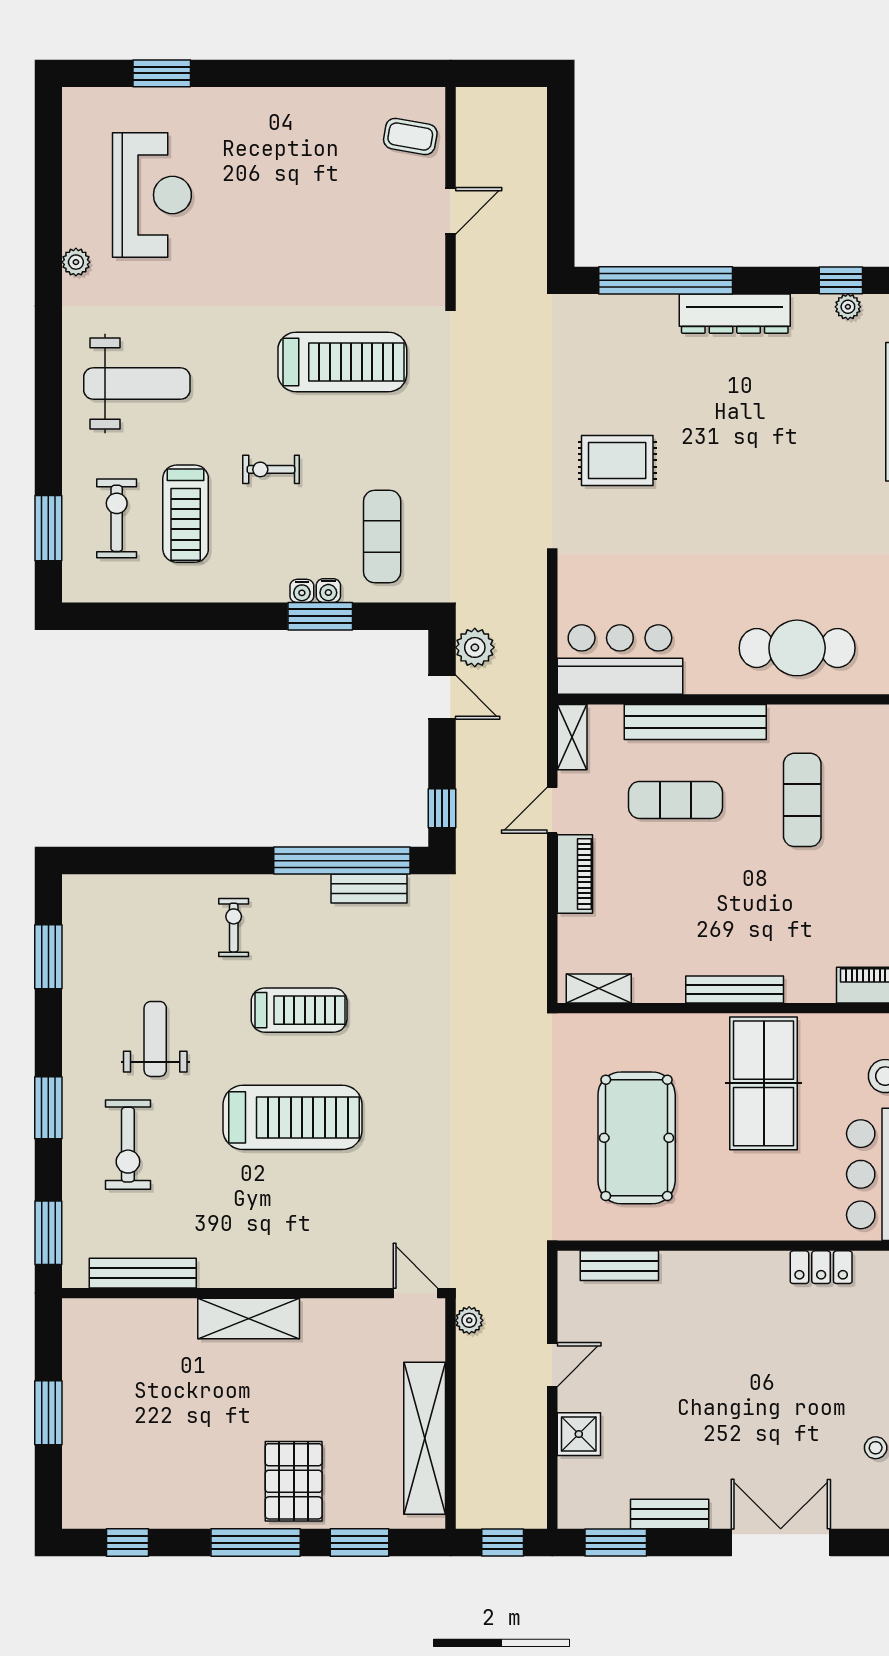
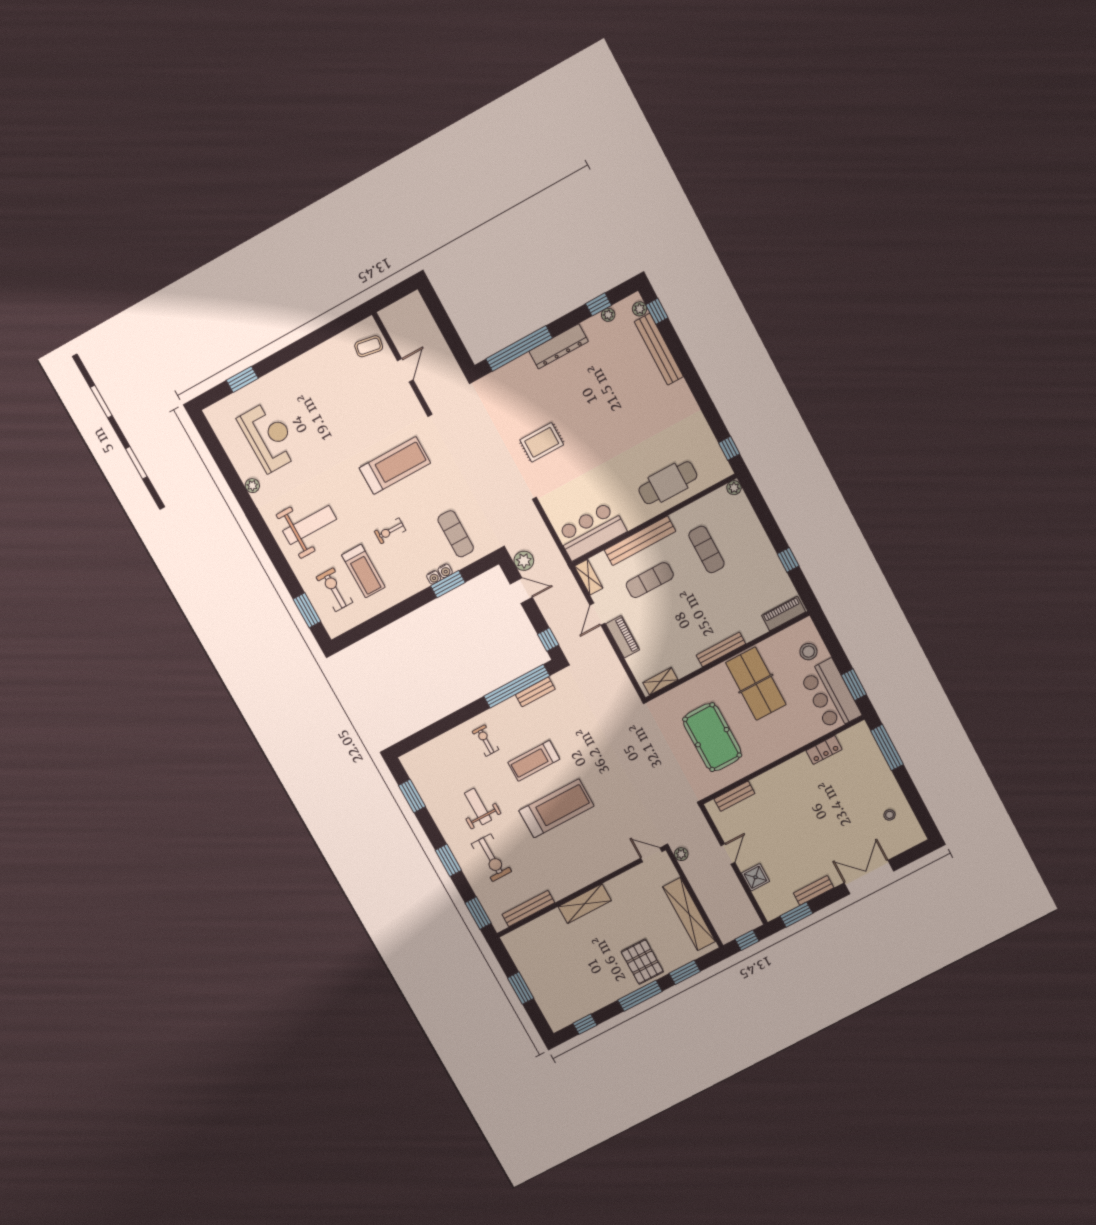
treadmill: (299, 1010) -> (534, 761), turned 180

